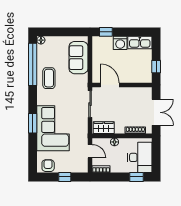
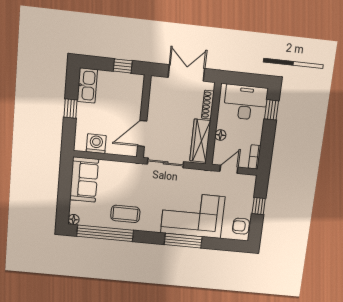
window: (106, 32) -> (70, 109), moved
washing machine: (120, 43) -> (96, 144), moved, turned -90
sofa: (78, 58) -> (84, 180), moved, turned -90
window: (33, 123) -> (183, 241), width x1.44
wardrobe: (104, 128) -> (200, 141), width x1.50

